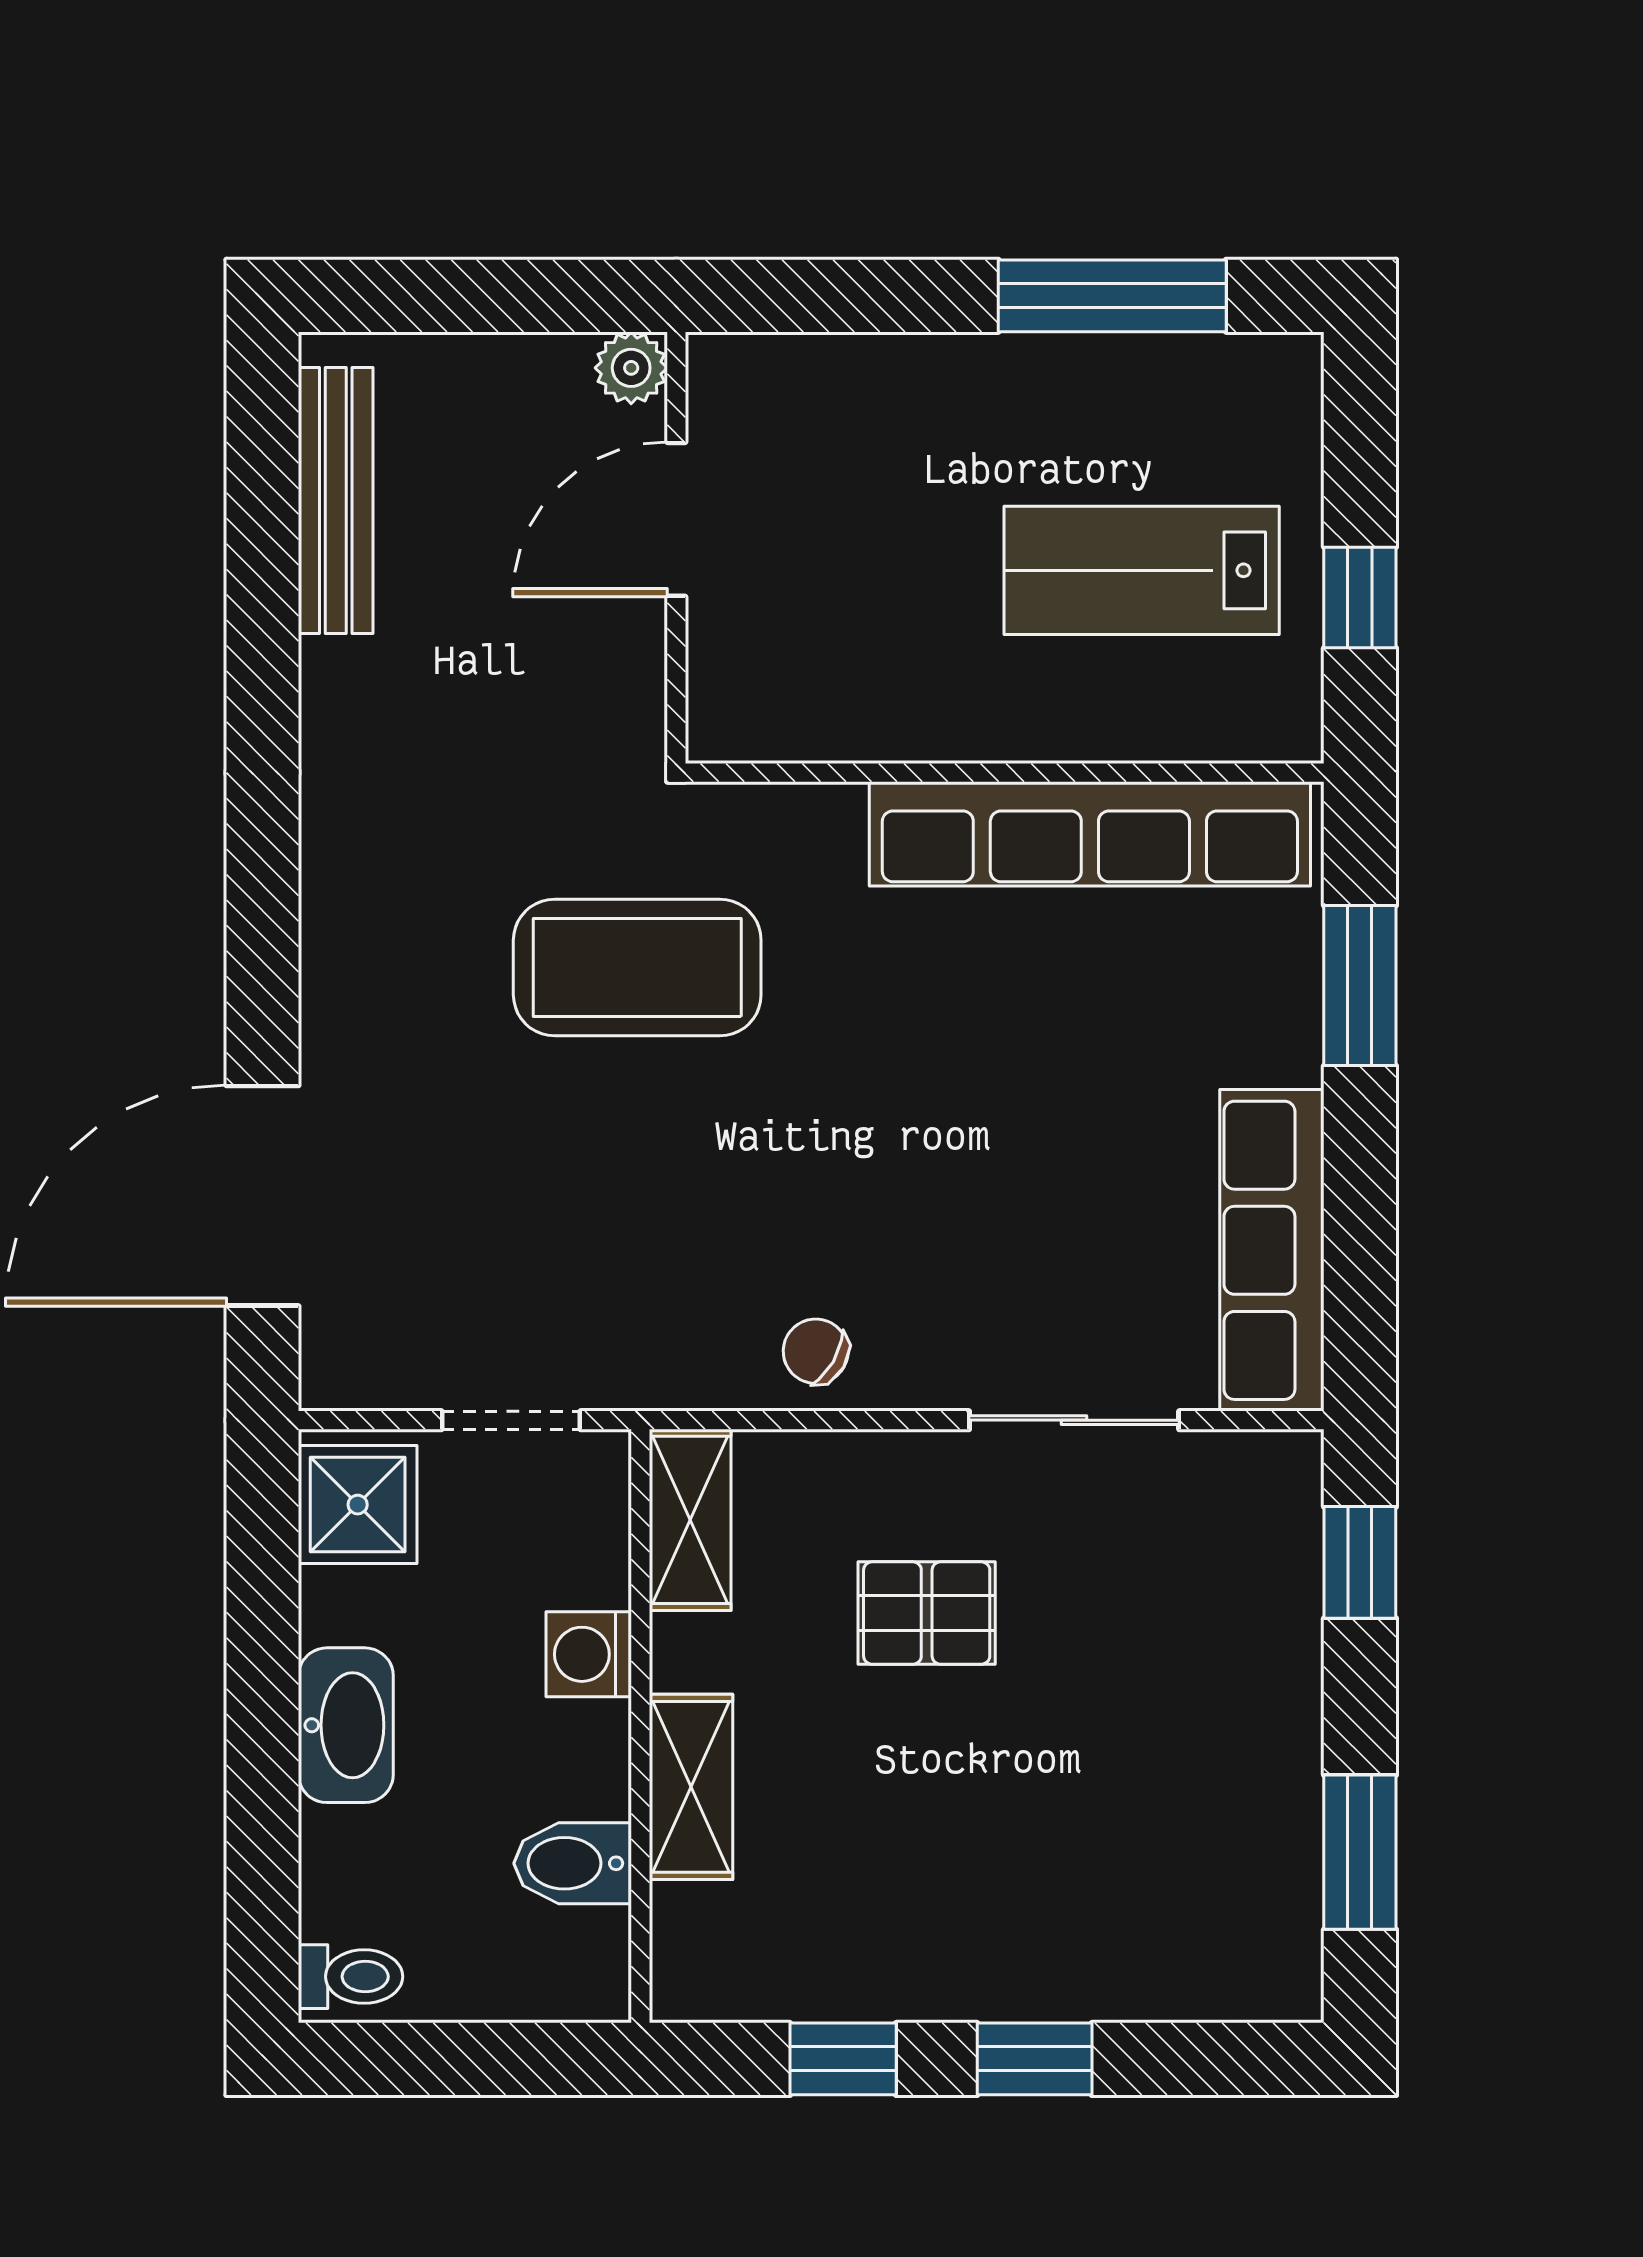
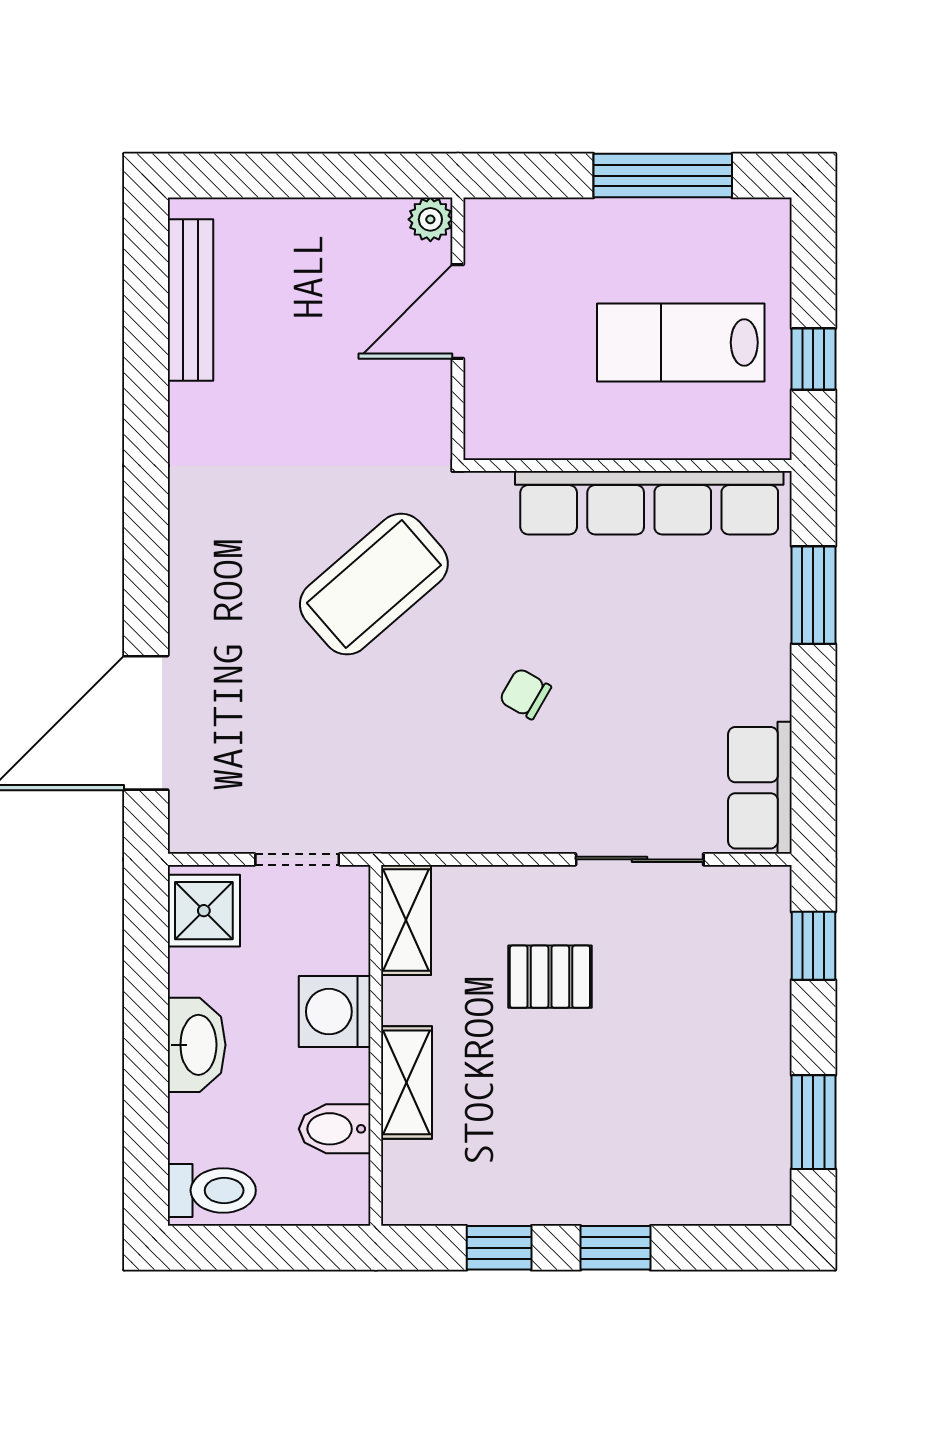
plant: (631, 368) -> (430, 219), moved
door: (676, 519) -> (458, 312), moved
wall: (676, 548) -> (458, 329), moved
coffee table: (637, 967) -> (374, 584), turned -41
row of seats: (1272, 1250) -> (760, 788), width x0.68
chair: (816, 1351) -> (525, 694), moved
washing machine: (589, 1654) -> (335, 1012), width x1.38, depth x1.38
toilet: (351, 1977) -> (212, 1190), width x1.37, depth x1.39

